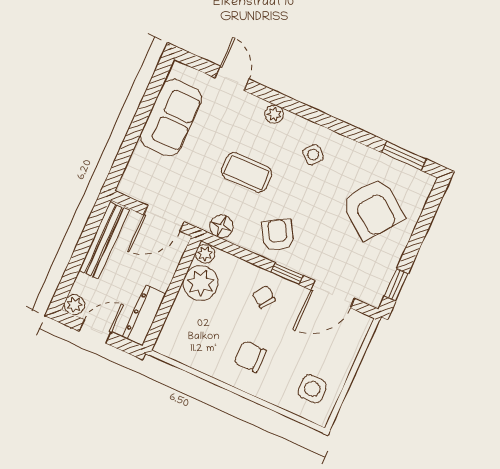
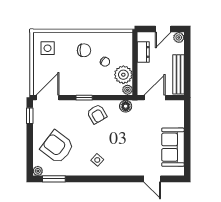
plant: (274, 114) -> (38, 171), moved
coffee table: (247, 173) -> (125, 137), removed
door: (333, 294) -> (48, 98), moved
chair: (264, 297) -> (105, 62), moved
dresser: (144, 315) -> (143, 52), width x0.70

